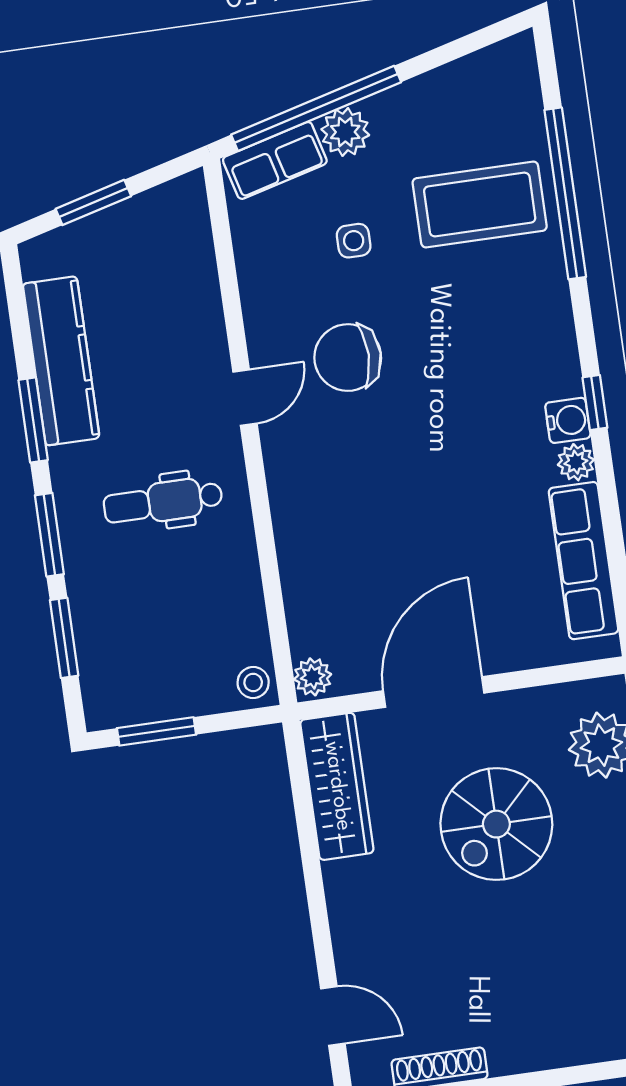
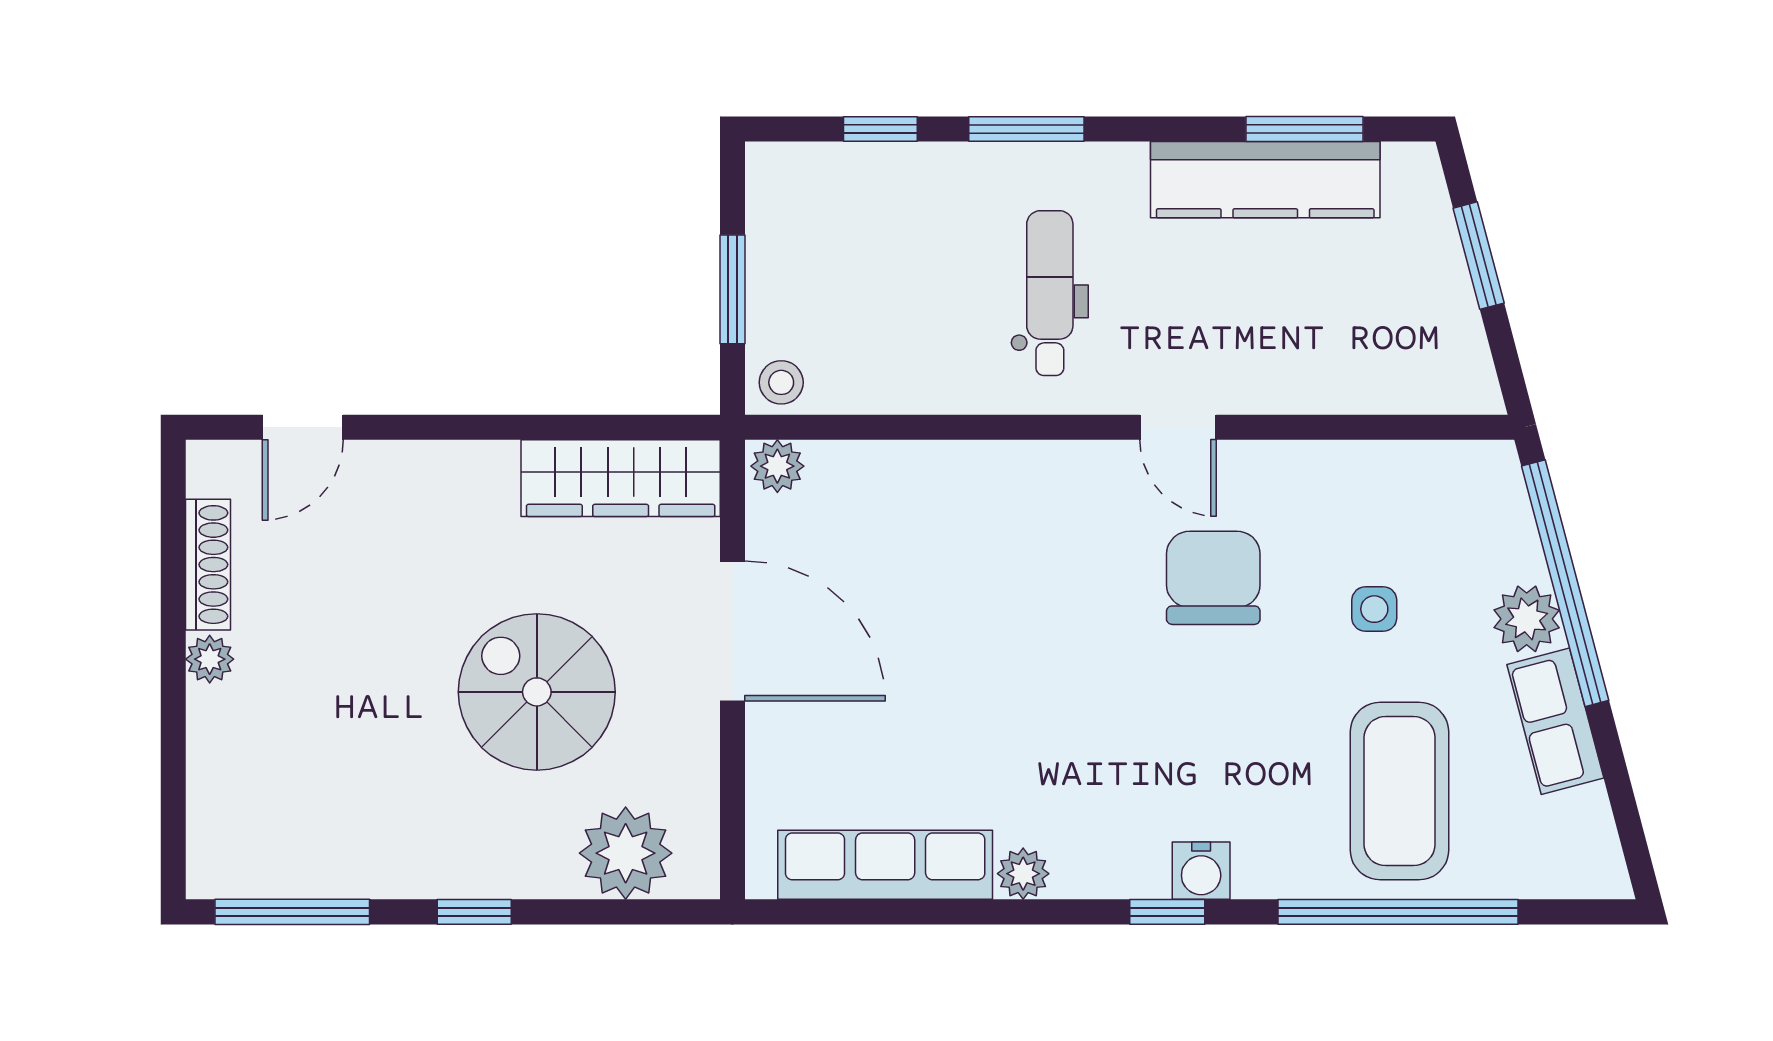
row of seats: (275, 160) -> (1555, 721), moved
window: (595, 403) -> (1167, 912), moved
window: (33, 420) -> (1304, 129), moved
water cooler: (568, 420) -> (1201, 871), moved
window: (64, 638) -> (880, 129), width x0.67
window: (157, 731) -> (732, 289), moved
plant: (506, 1058) -> (210, 659), added

